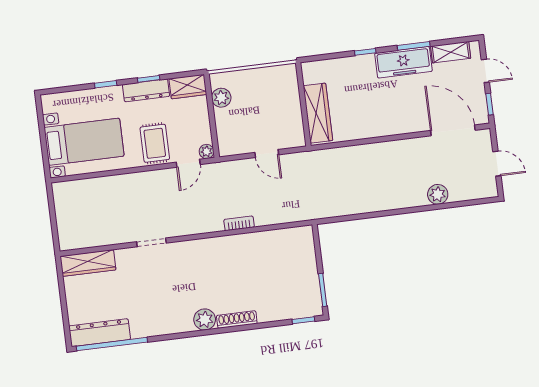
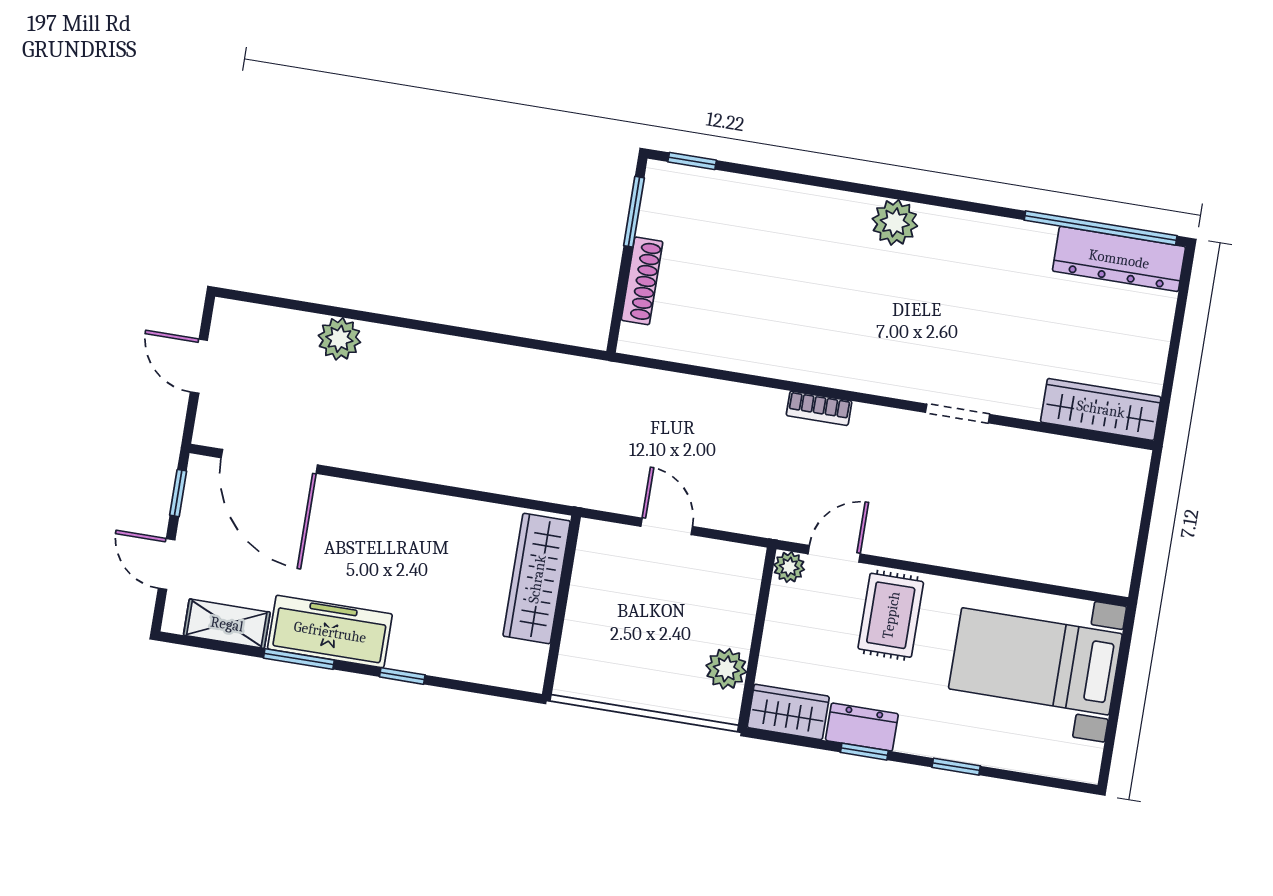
dresser: (146, 90) -> (862, 727), width x0.70
bookcase: (239, 223) -> (819, 408), moved
shoe rack: (237, 320) -> (642, 281), moved, turned -90

